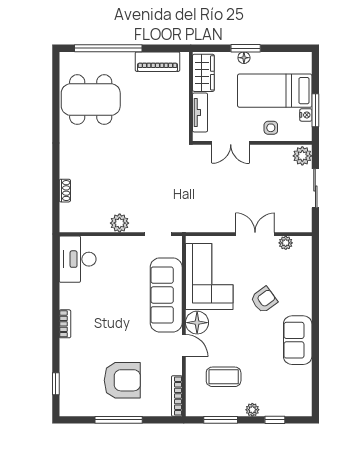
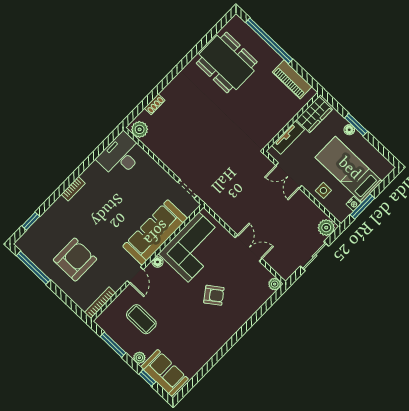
plant: (120, 223) -> (140, 129), moved
plant: (286, 243) -> (275, 284), moved
floor lamp: (197, 323) -> (157, 262), width x0.53, depth x0.53
sofa: (298, 340) -> (164, 373), moved, turned 90
armchair: (122, 380) -> (75, 260), turned -90
window: (119, 420) -> (33, 268), moved

